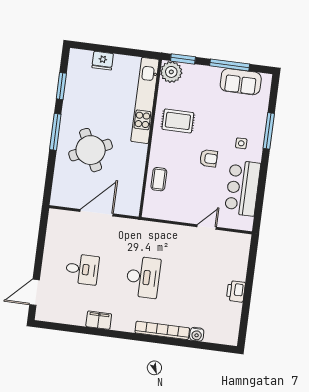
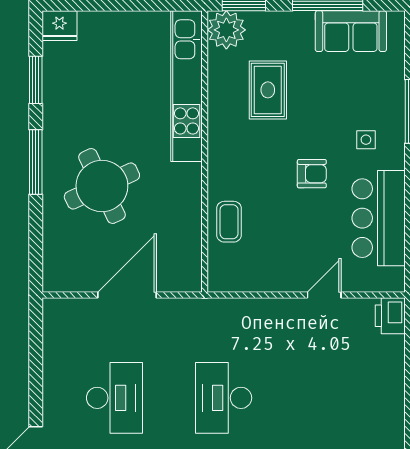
fridge: (103, 61) -> (59, 26), moved
rug: (178, 121) -> (268, 90), moved, turned 90
desk: (82, 269) -> (114, 398), width x1.37
desk: (143, 277) -> (224, 398), turned 180
printer: (236, 291) -> (390, 316), moved

